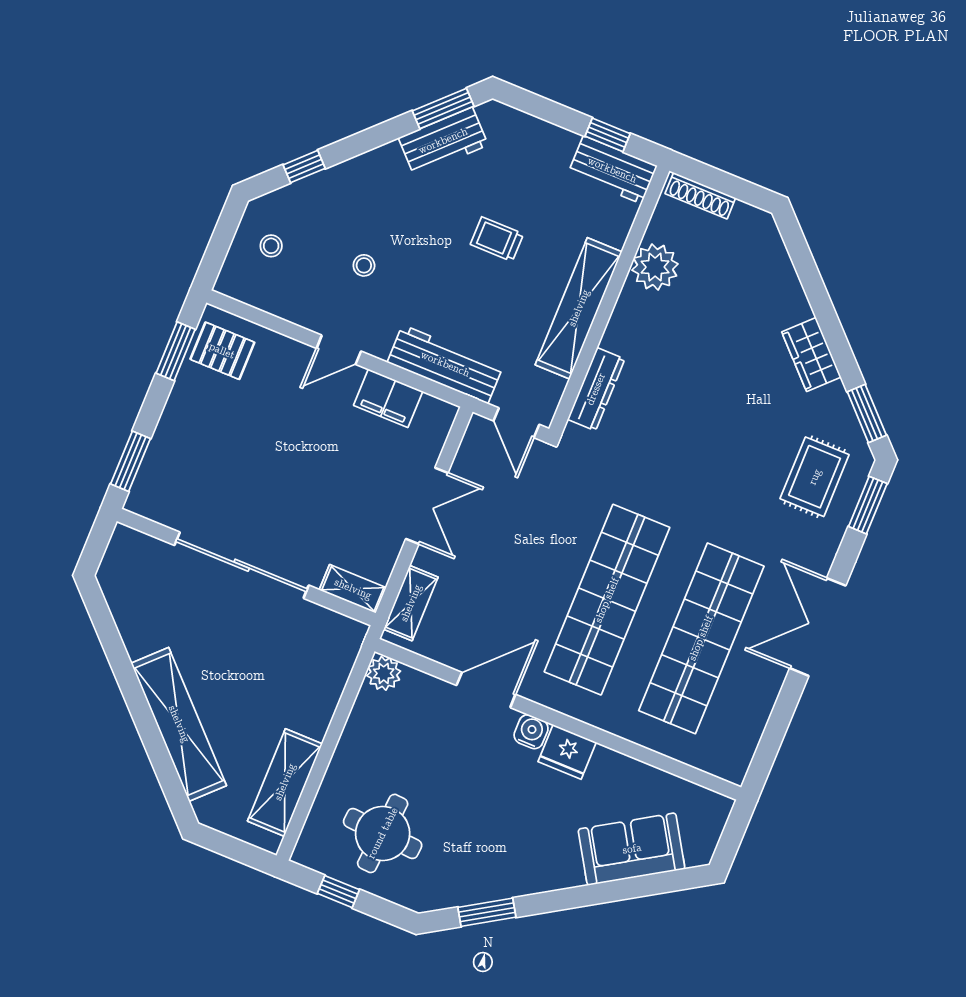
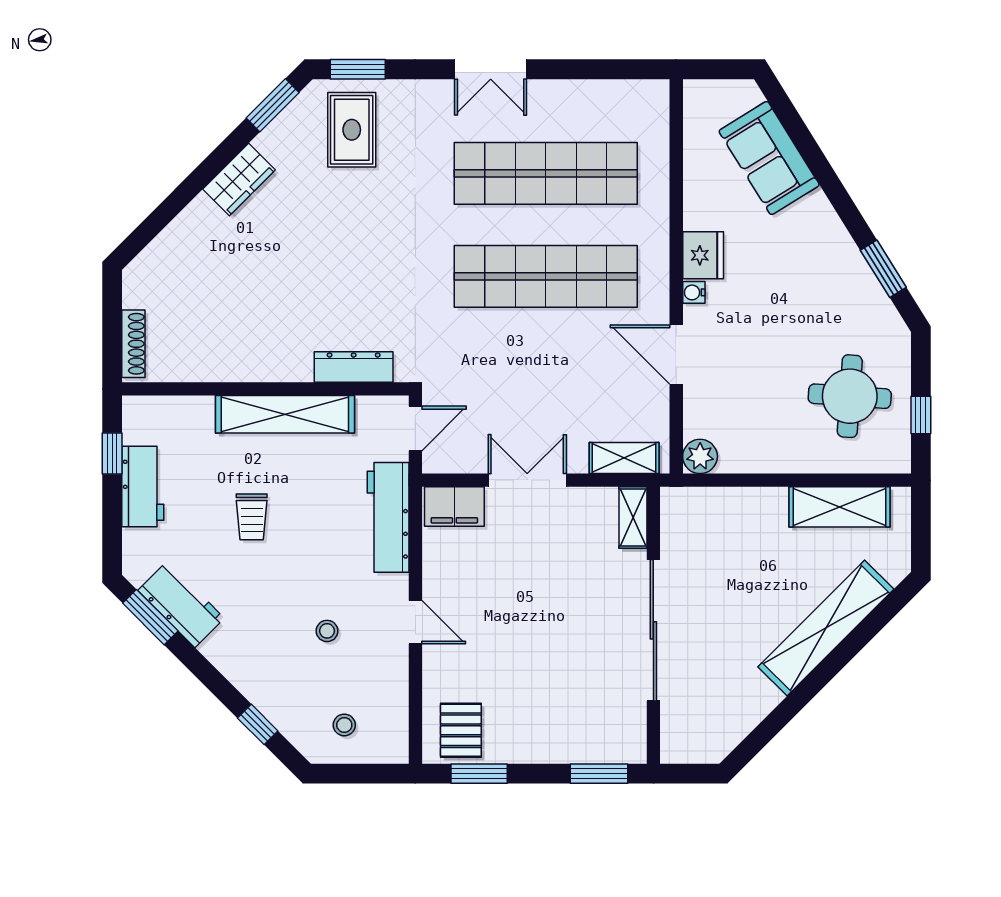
workbench: (612, 170) -> (143, 486), moved
plant: (655, 267) -> (217, 359), removed
filing cabinet: (388, 398) -> (454, 506), moved, turned 90
rug: (815, 477) -> (352, 130), turned 90
double door: (818, 627) -> (491, 69), width x0.73
water cooler: (531, 732) -> (694, 292), width x0.72, depth x0.72

